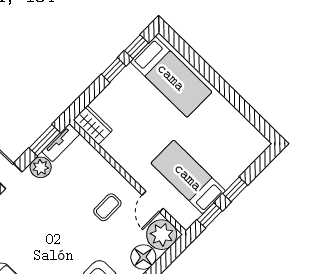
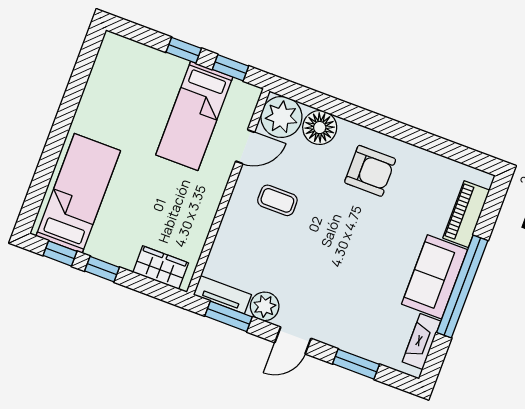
wardrobe: (93, 125) -> (161, 268), moved, turned 90

